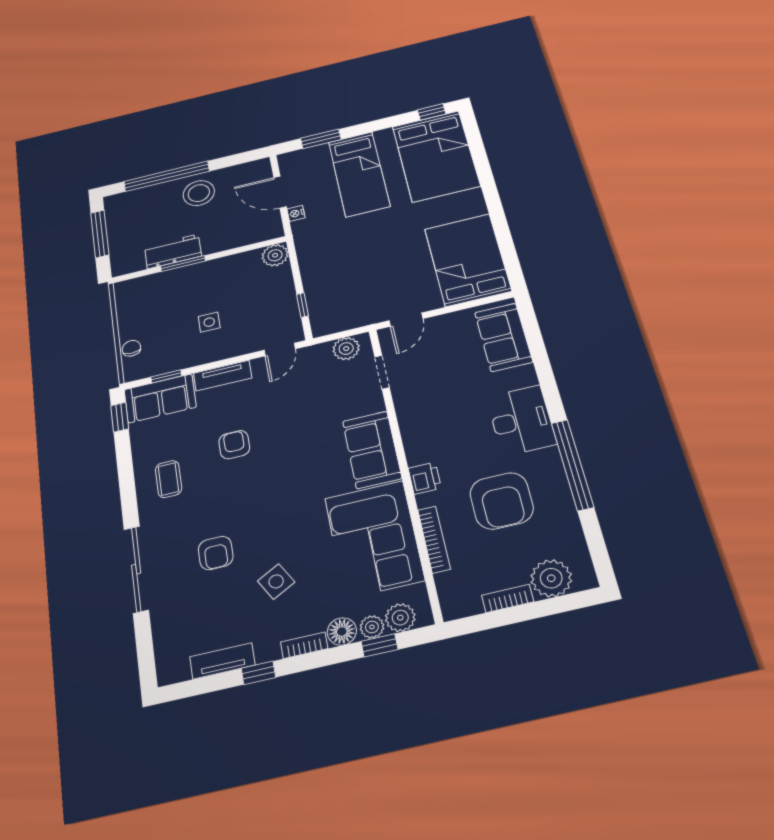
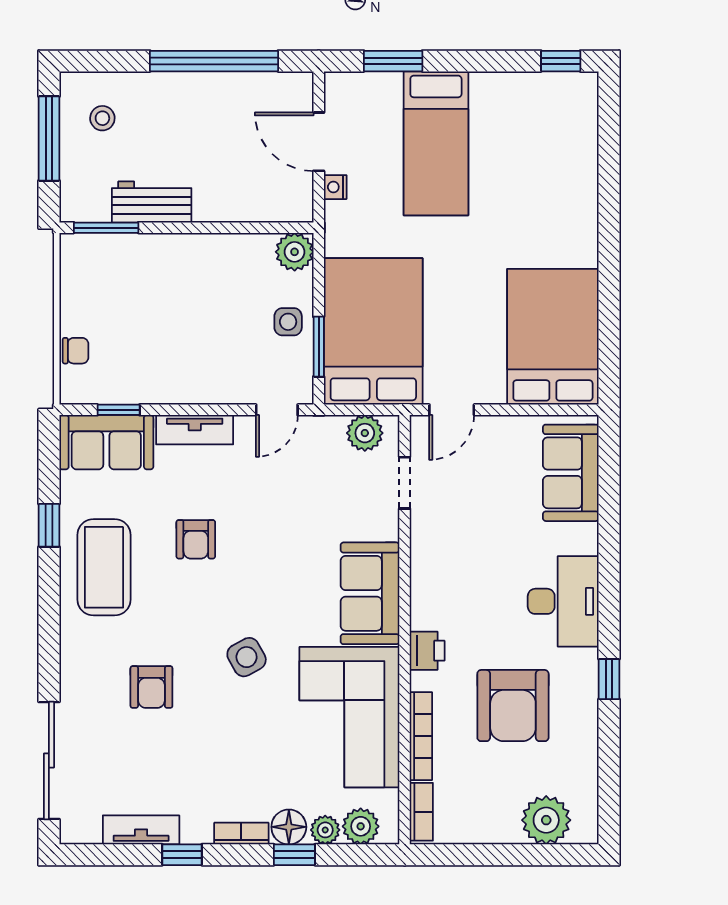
bed: (436, 156) -> (373, 331), moved, turned 180
window: (167, 176) -> (214, 61), moved
stool: (199, 193) -> (102, 118), moved, width x0.53, depth x0.53
window: (183, 263) -> (106, 228), moved
window: (302, 305) -> (319, 347), width x1.50
side table: (209, 322) -> (288, 322), moved
chair: (131, 348) -> (76, 351), turned 90
window: (120, 417) -> (49, 525), moved
armchair: (234, 445) -> (196, 539), turned 180
window: (572, 465) -> (609, 679), width x0.32
coffee table: (169, 479) -> (104, 567), width x1.86, depth x1.72
sliding door: (136, 569) -> (49, 761), moved
side table: (276, 581) -> (247, 657), moved
bookcase: (508, 598) -> (421, 812), moved, turned 90
window: (379, 645) -> (294, 855), moved

